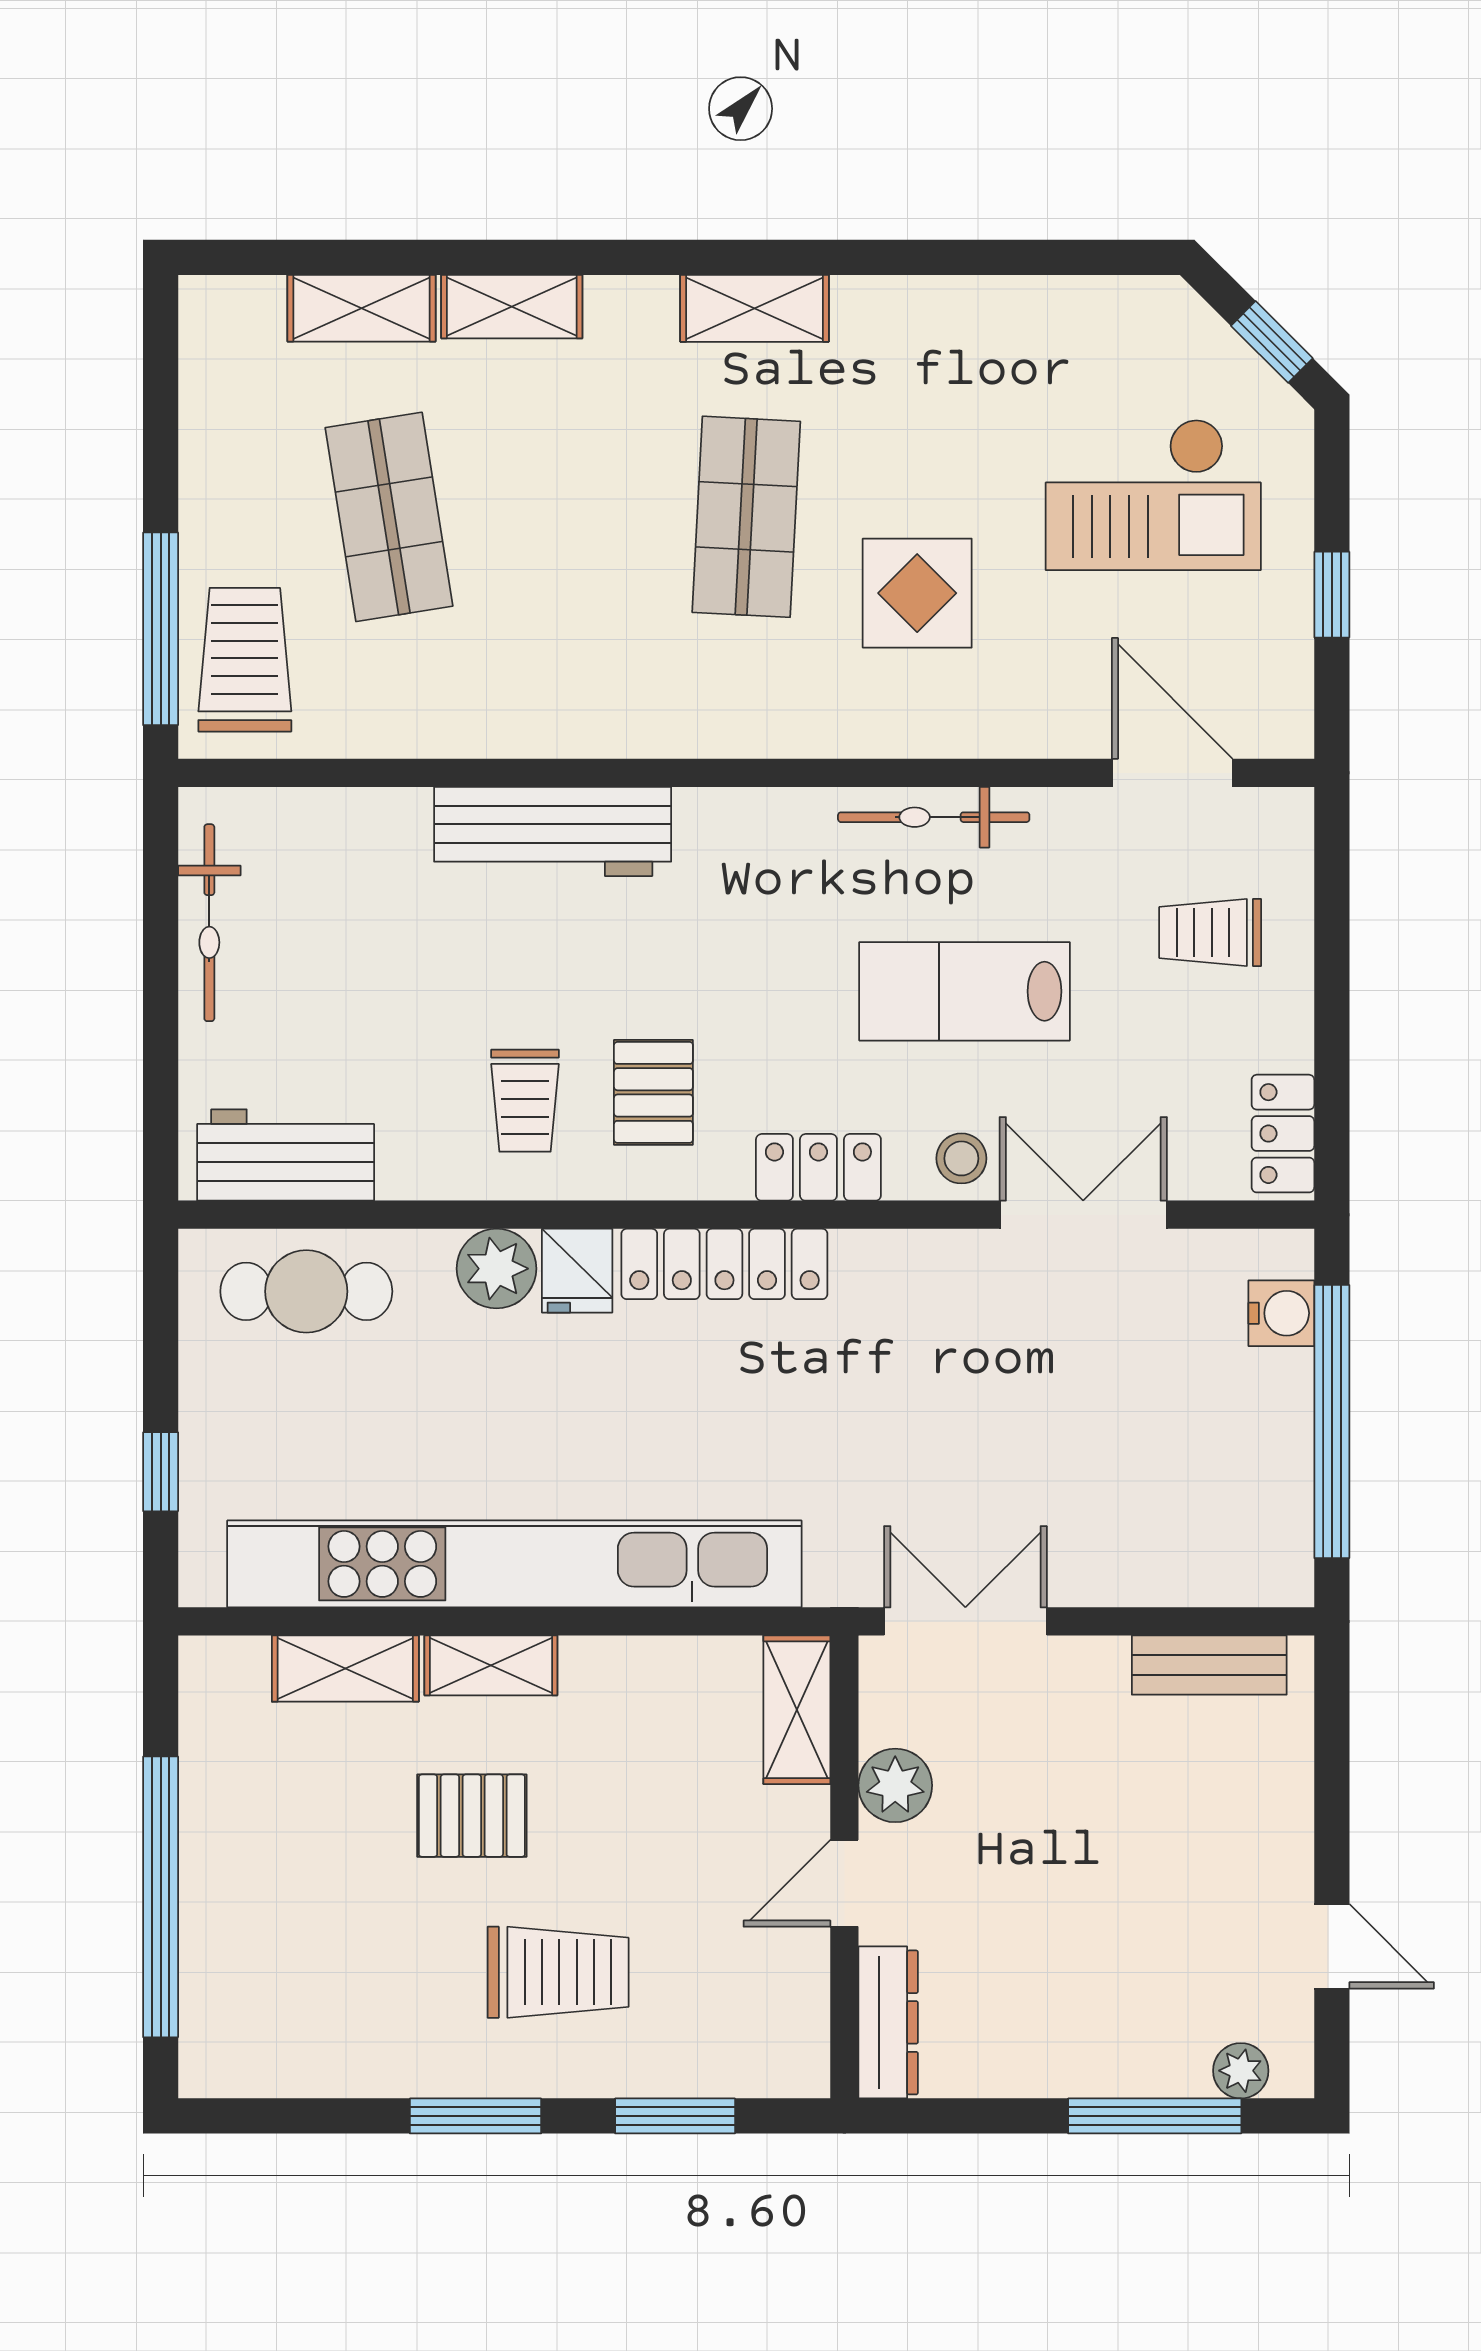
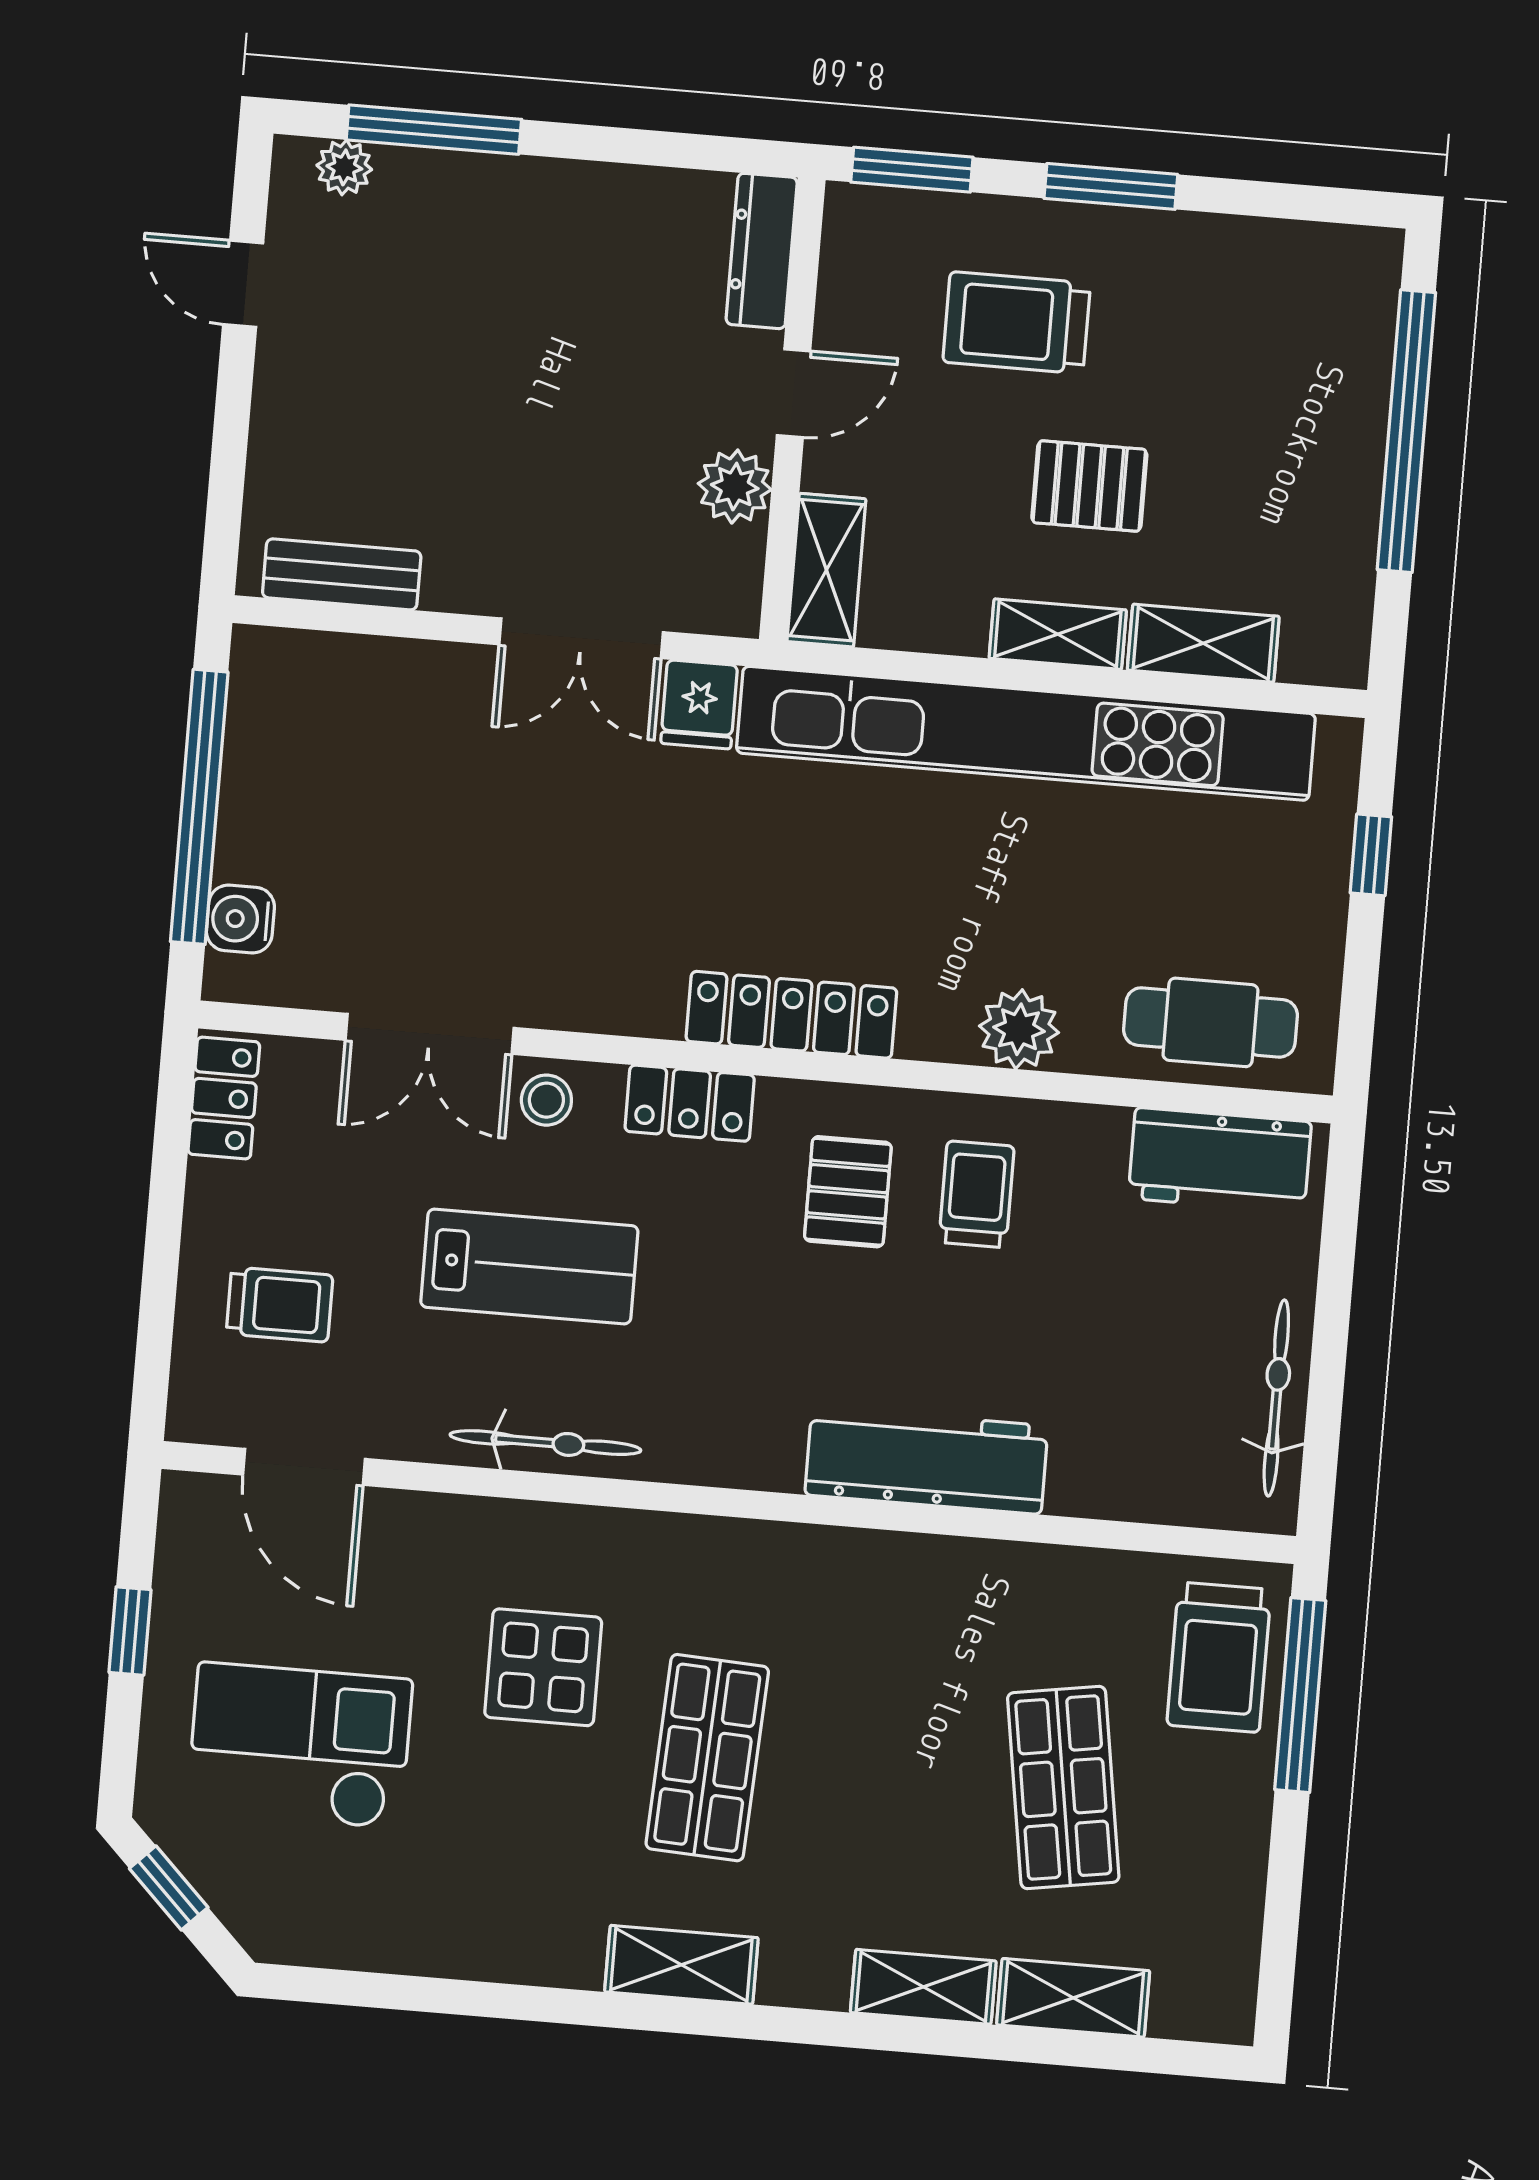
fridge: (577, 1271) -> (699, 704), moved, turned 180
shelving: (797, 1710) -> (826, 570), moved
plant: (895, 1785) -> (735, 487), moved
wall: (844, 1867) -> (792, 410), moved
door: (844, 1883) -> (794, 393), moved
dresser: (888, 2022) -> (762, 251), moved

